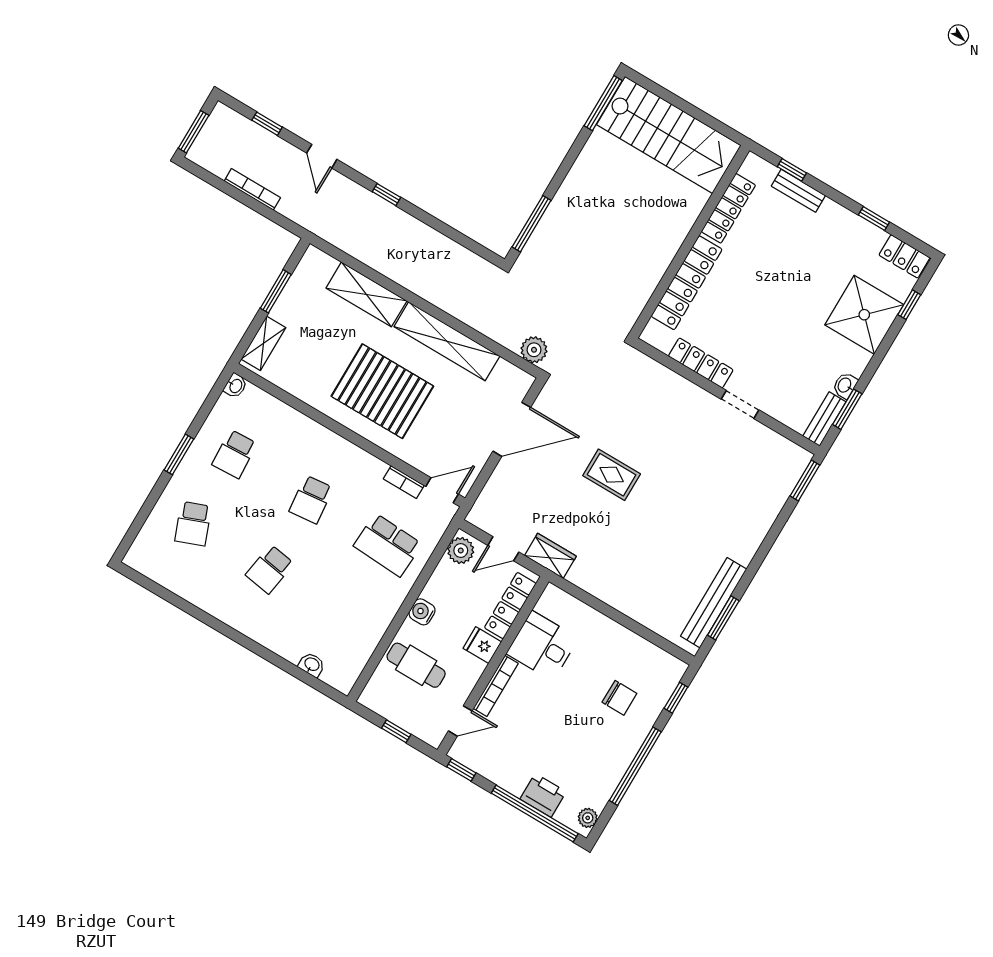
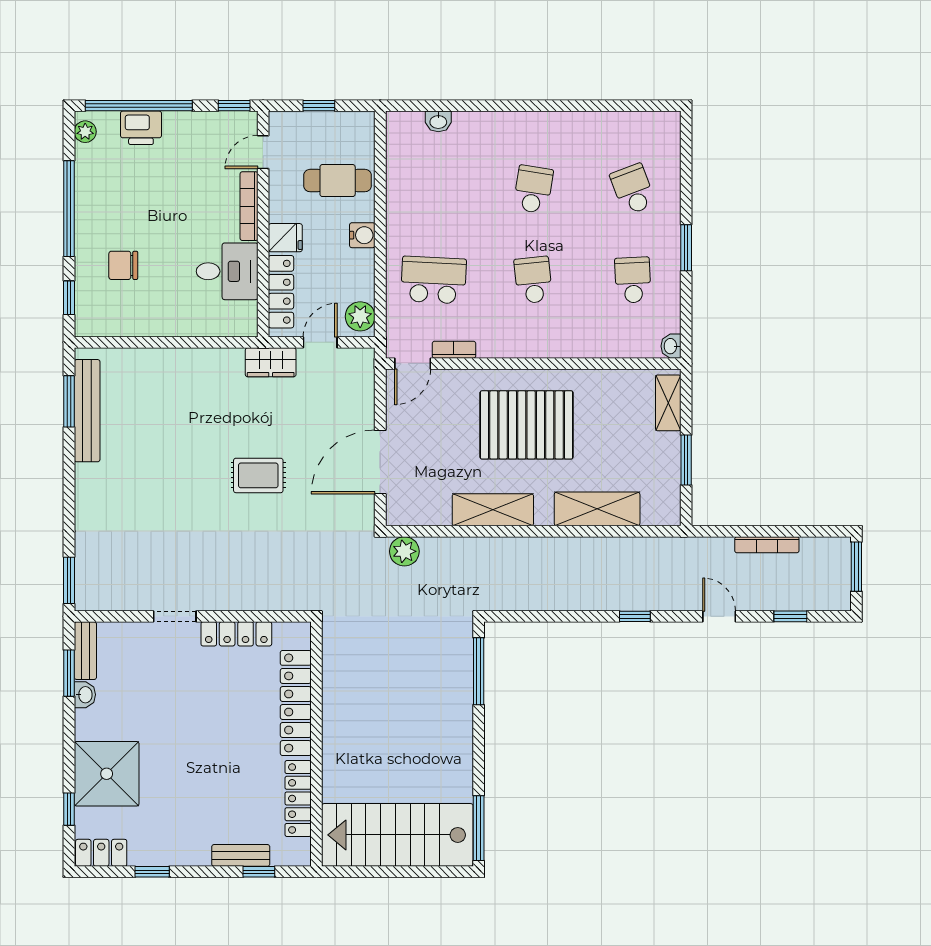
shelving: (447, 341) -> (493, 510), width x0.68

